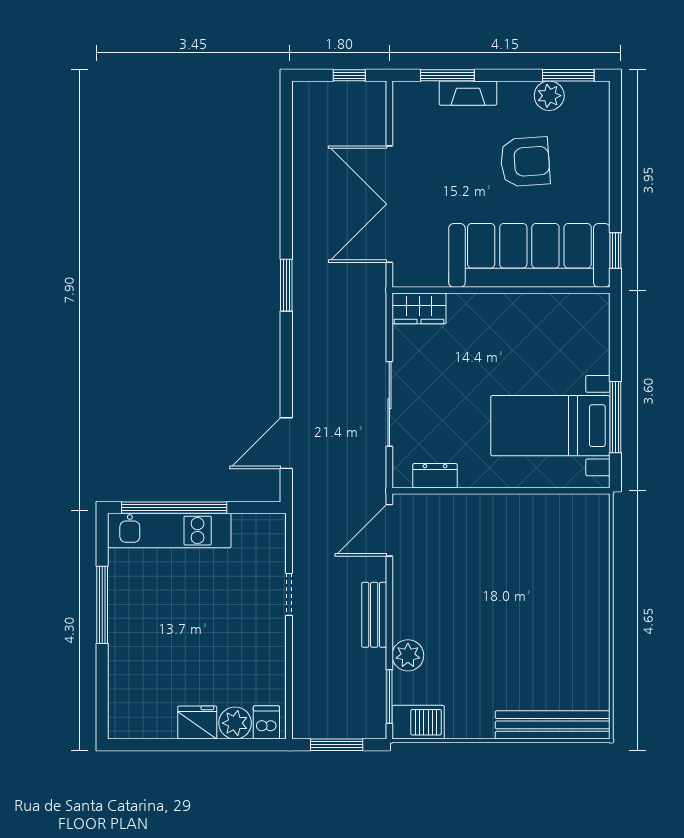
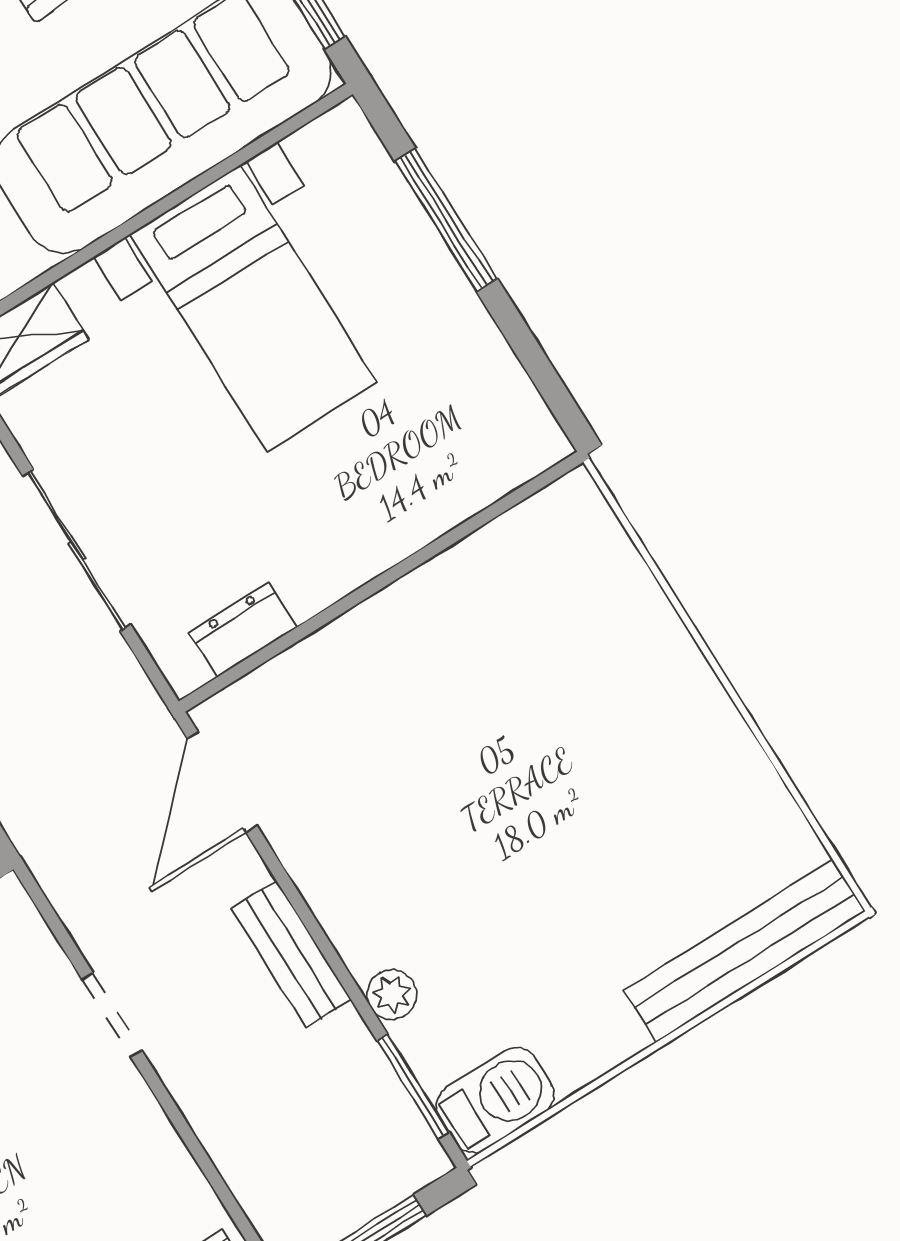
window: (615, 417) -> (446, 220), moved
bed with nightstands: (550, 426) -> (253, 308), moved, turned -90
plant: (408, 655) -> (392, 995), width x0.73, depth x0.73

